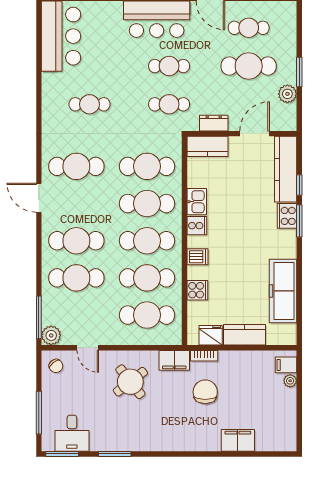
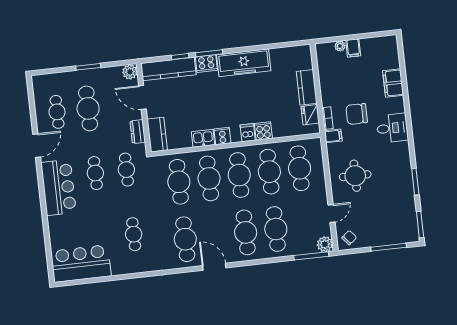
plant: (287, 94) -> (130, 72), moved
door: (39, 198) -> (214, 267), swing flipped
cooker: (197, 290) -> (263, 131), moved
freezer: (283, 291) -> (244, 63), moved
filing cabinet: (174, 360) -> (333, 136), width x0.50
filing cabinet: (286, 365) -> (353, 48), moved
round table: (130, 382) -> (355, 176), turned 38
desk: (72, 433) -> (392, 128), moved

